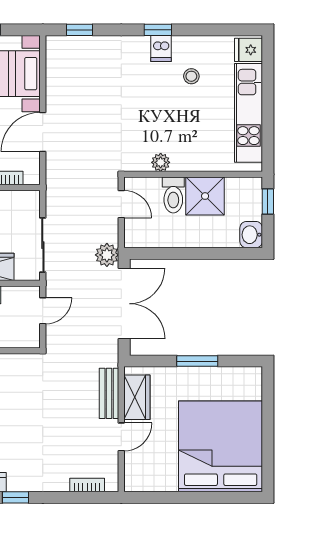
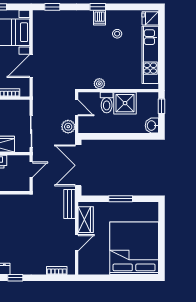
plant: (107, 255) -> (68, 127), moved
double door: (124, 304) -> (78, 165), swing flipped
bench: (109, 393) -> (69, 204), moved

